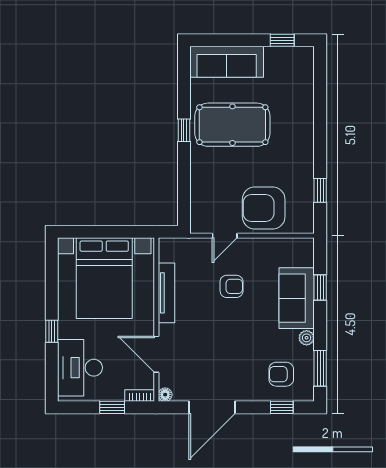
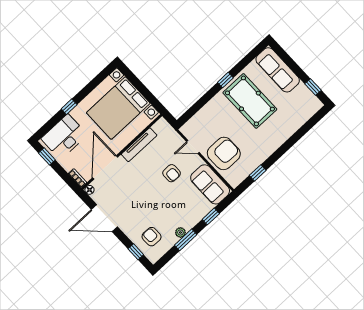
armchair: (264, 208) -> (224, 153), turned 90
sofa: (297, 298) -> (210, 184), moved, turned -90
door: (156, 354) -> (105, 167), width x1.36
window: (320, 368) -> (186, 240), moved
window: (112, 407) -> (47, 156), moved

